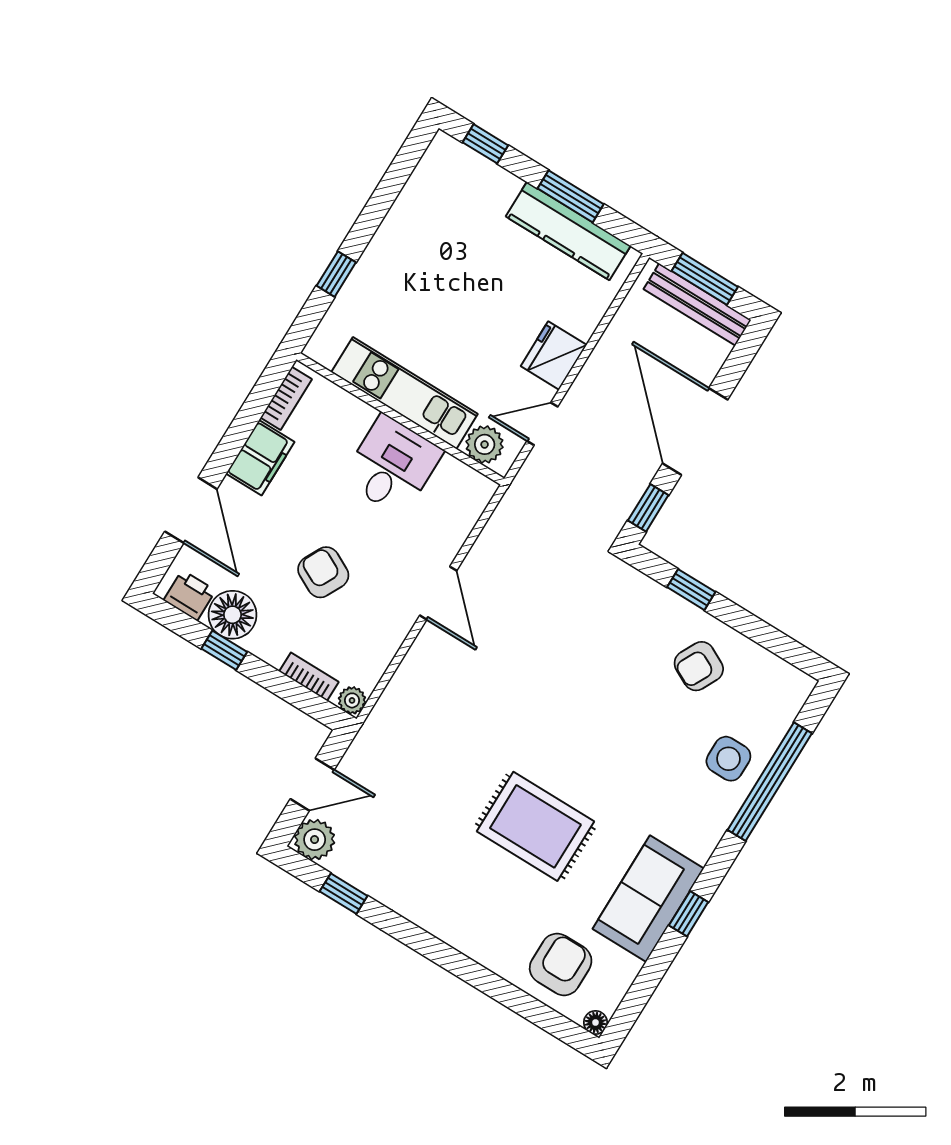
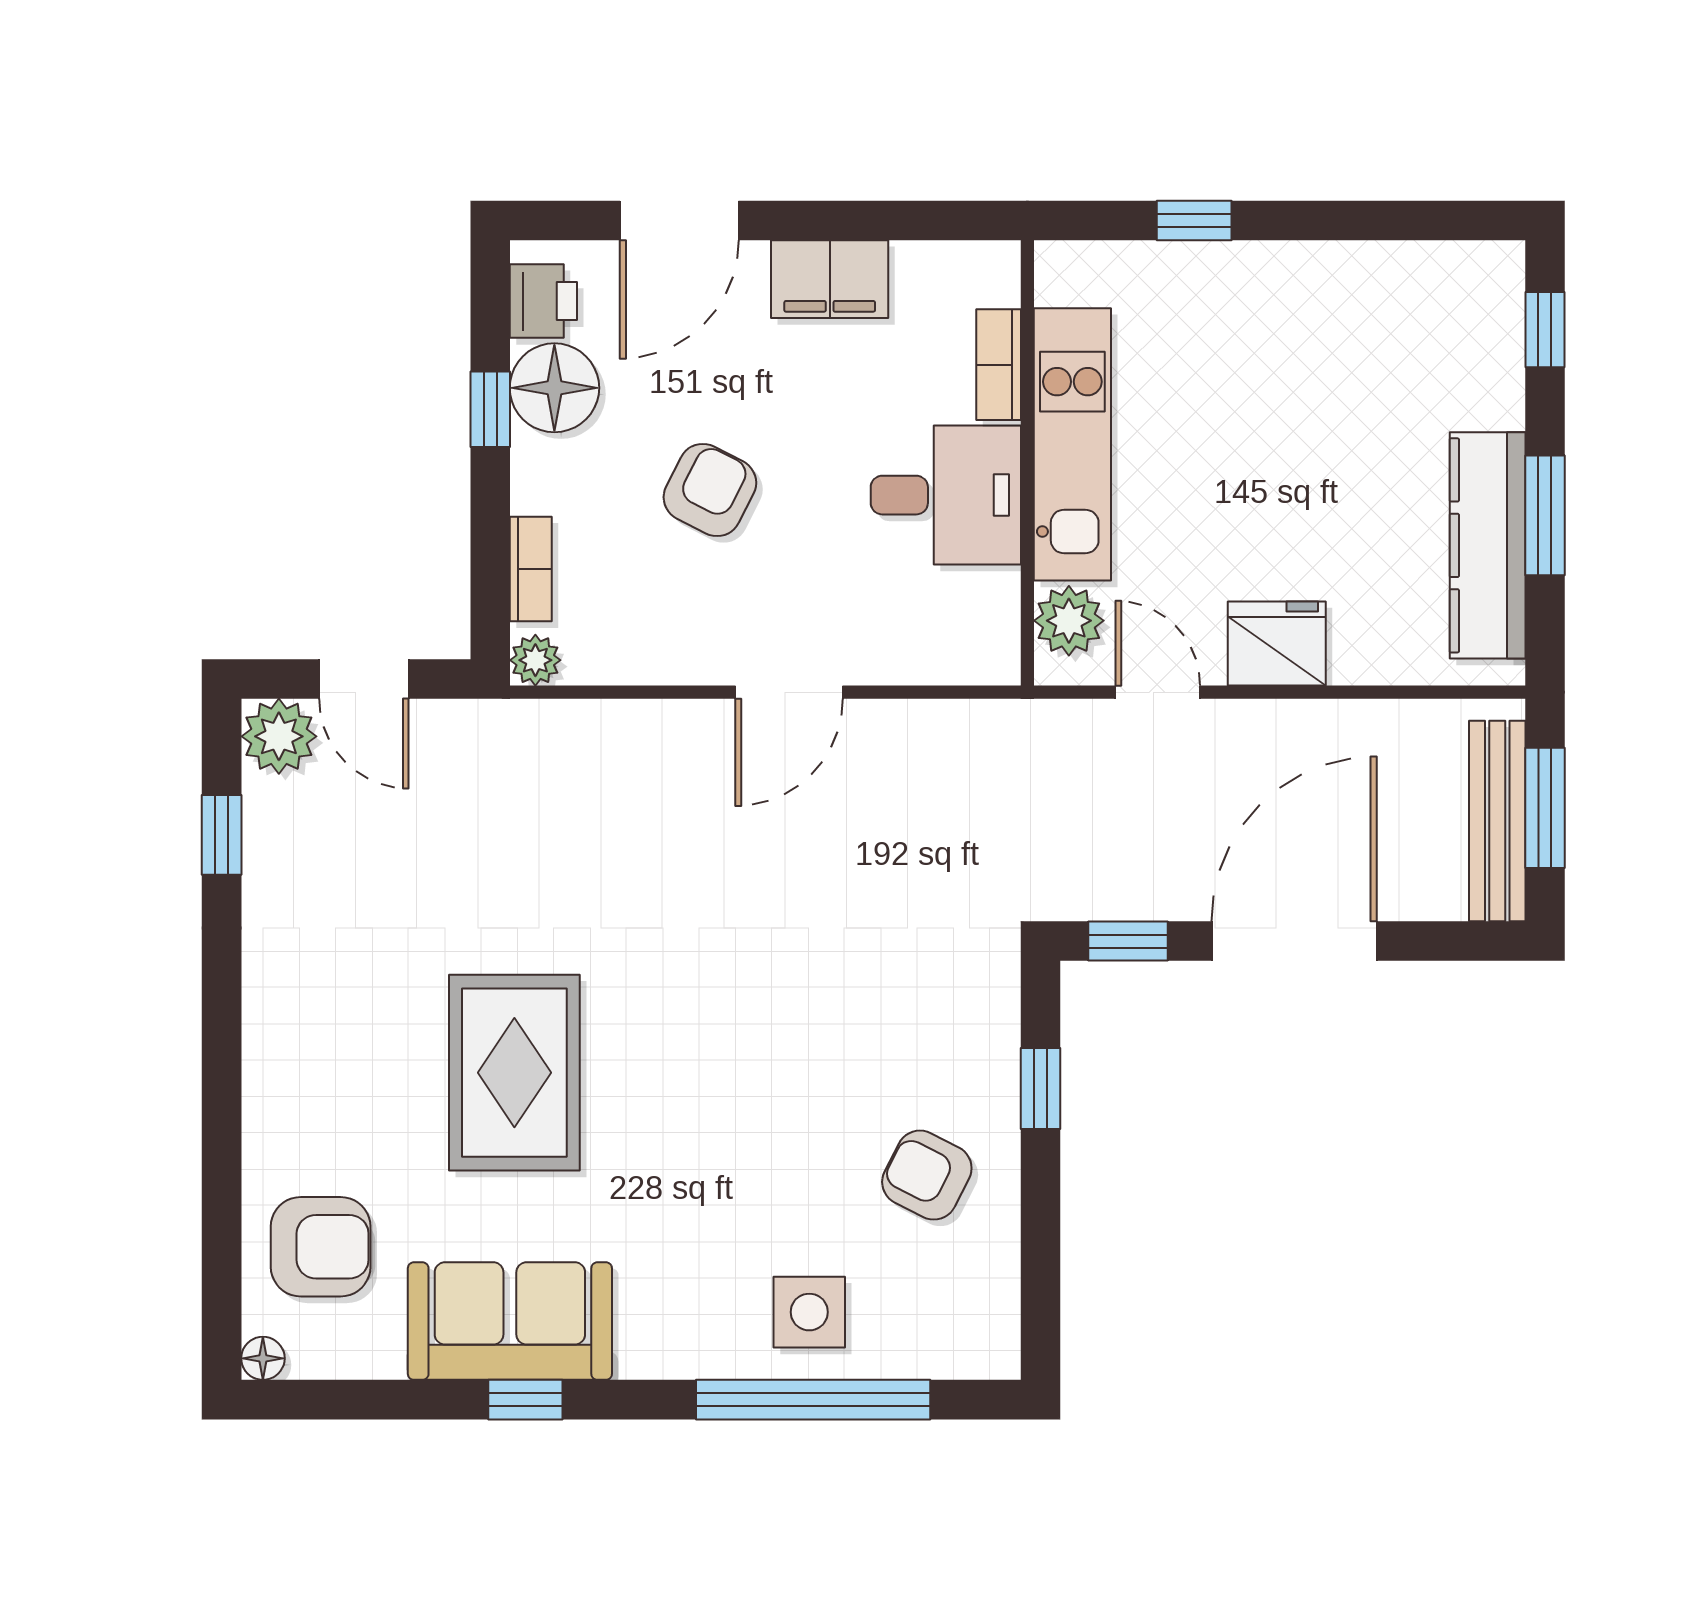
bookcase: (286, 398) -> (999, 365), moved, turned 90

